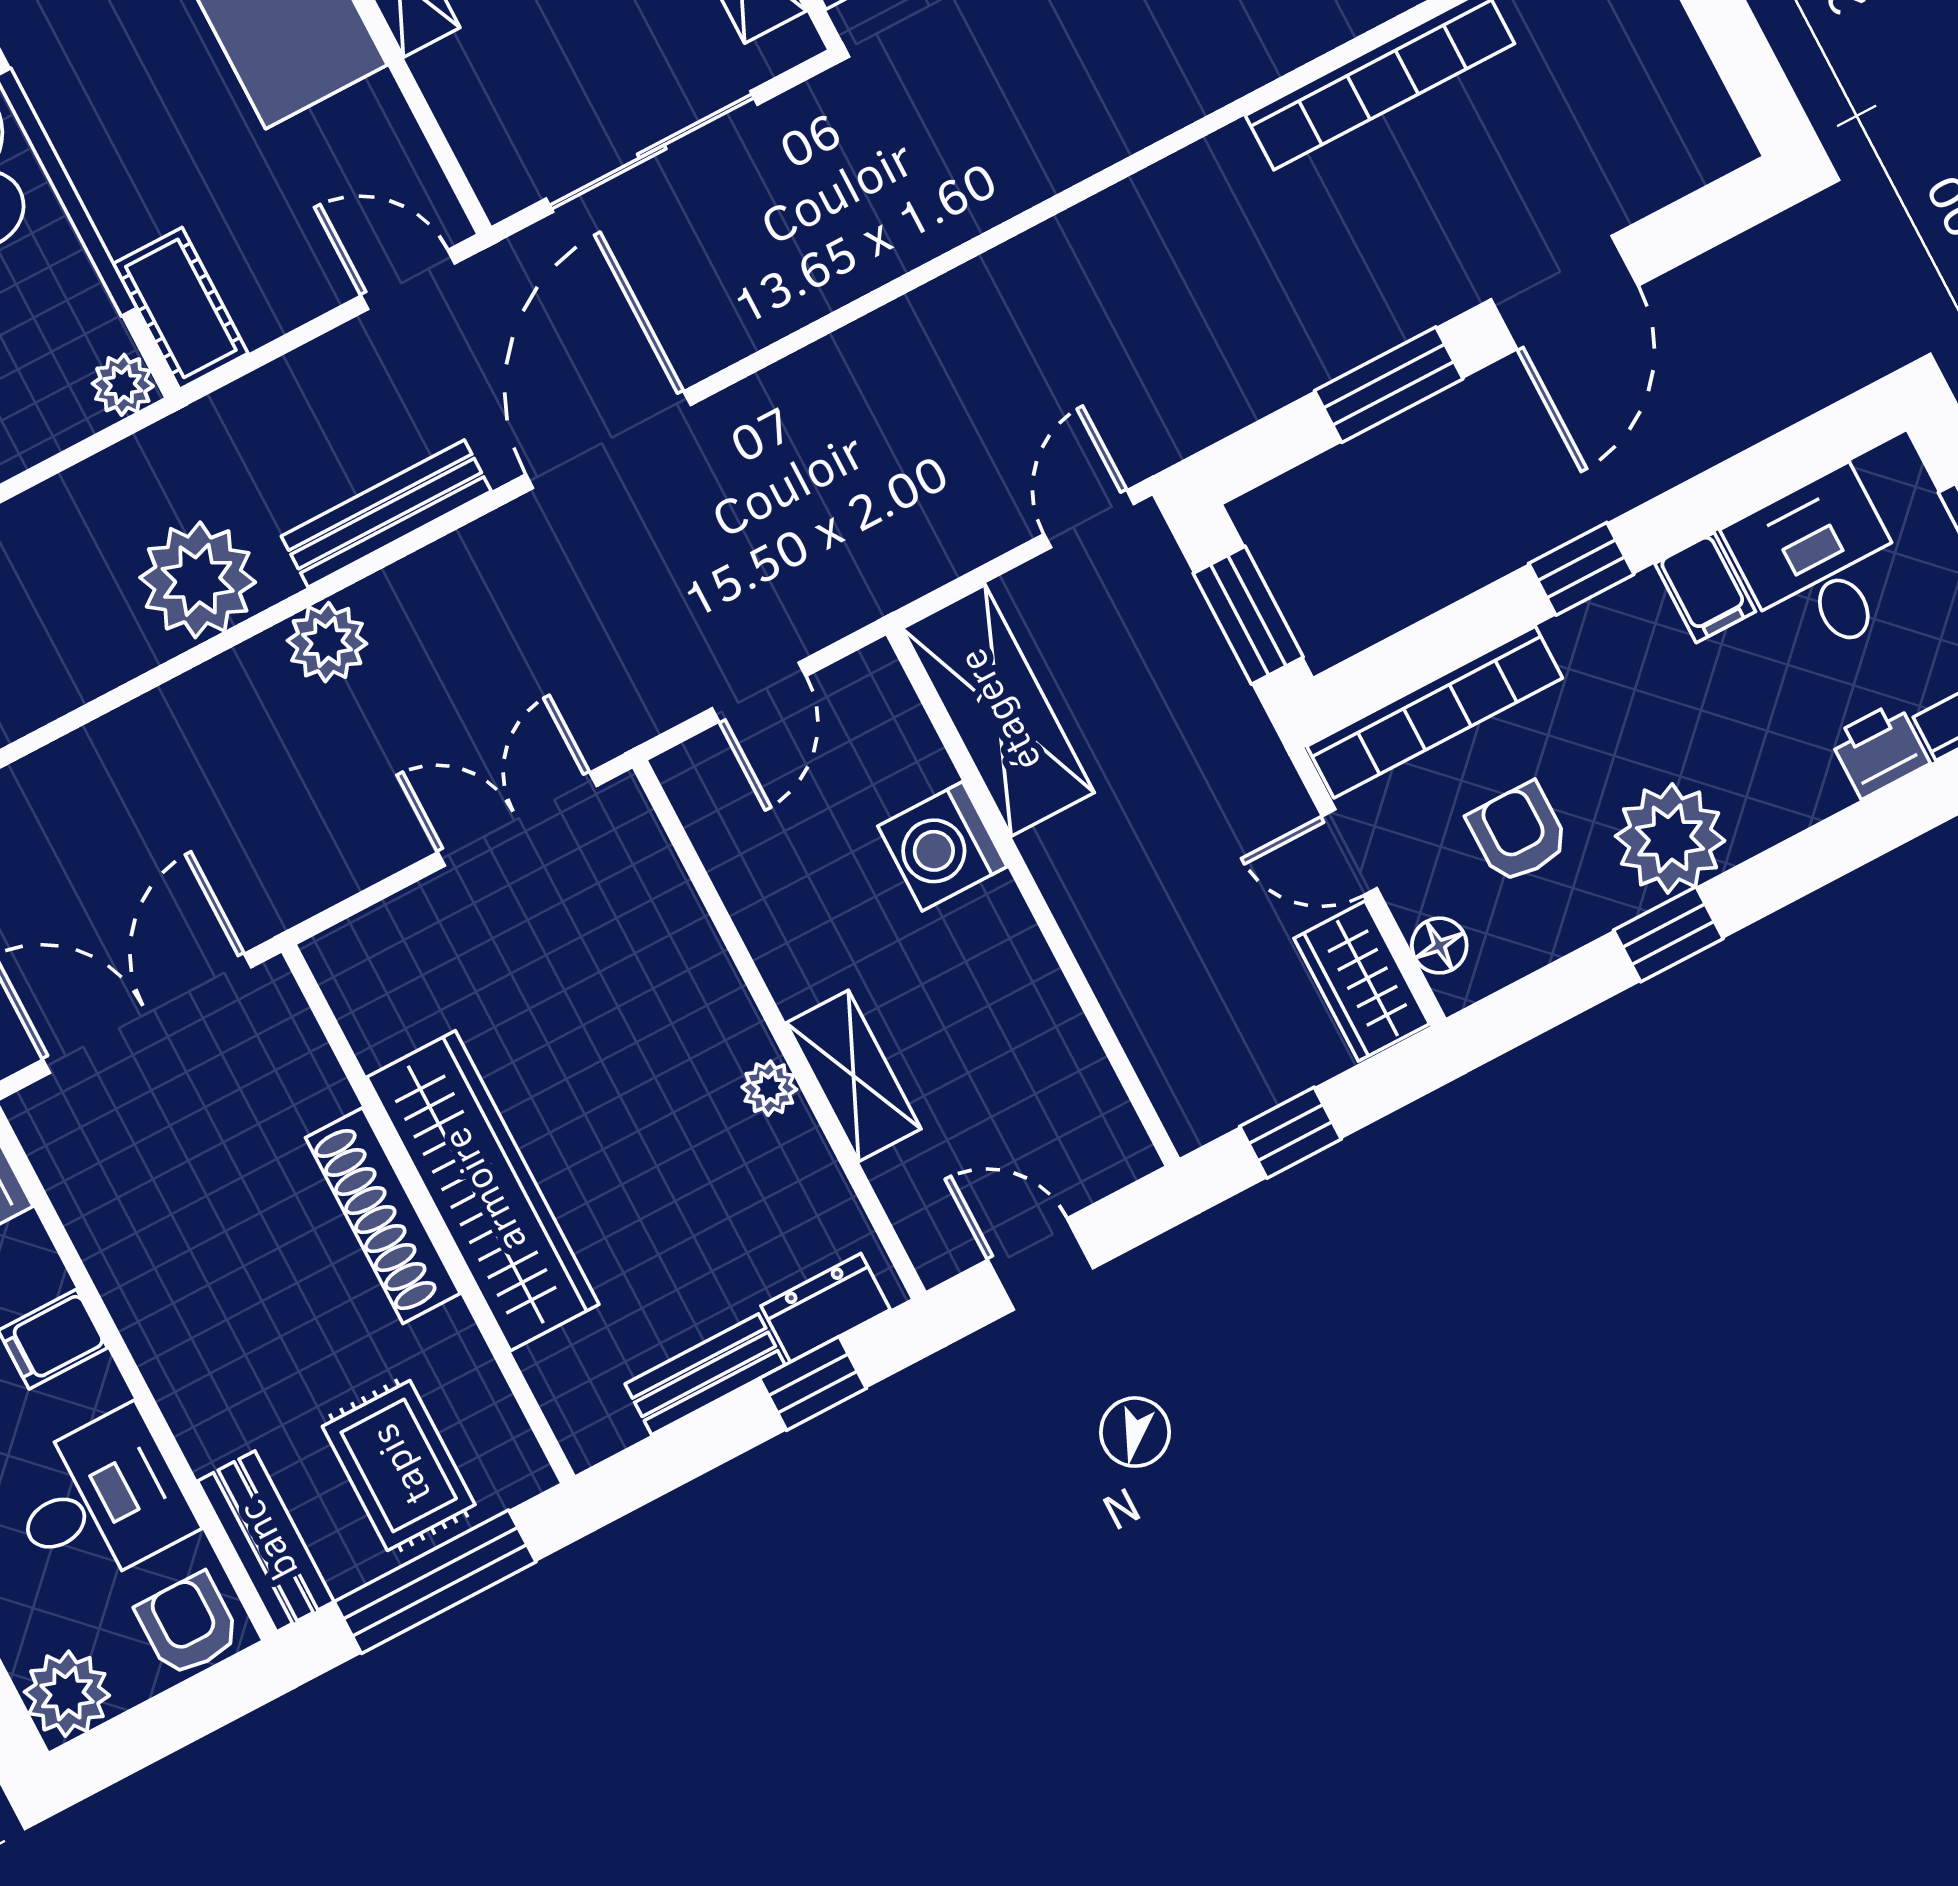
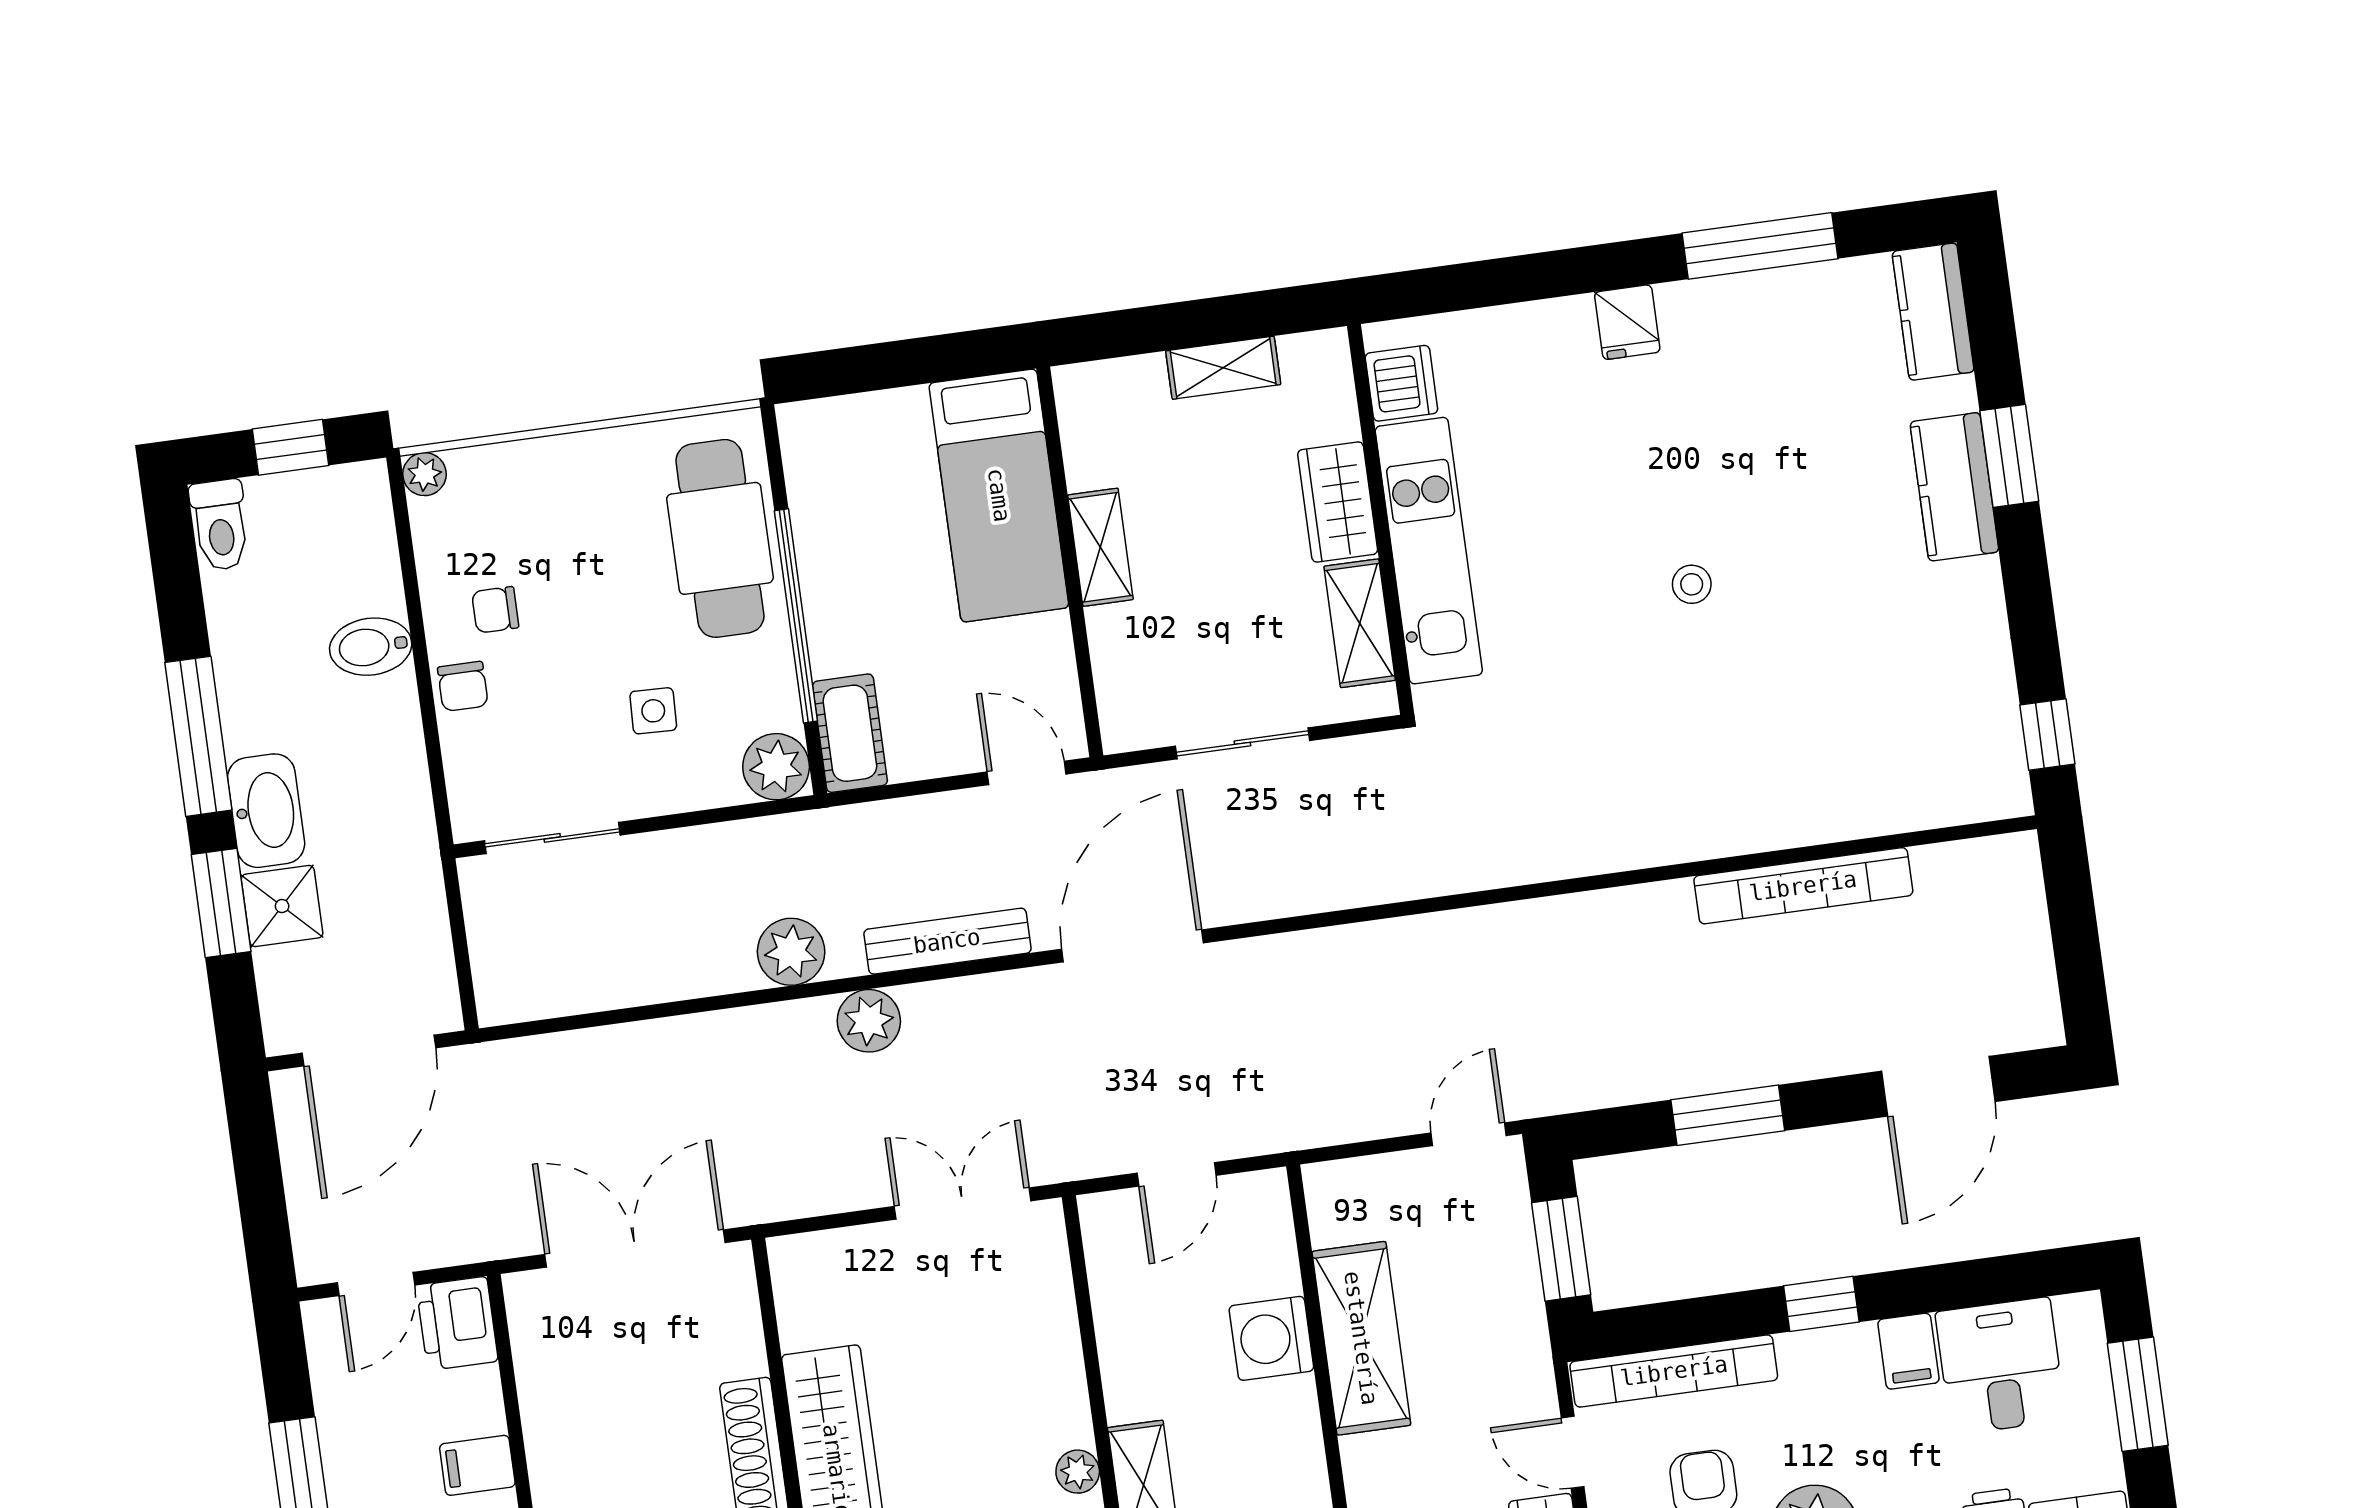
sliding door: (652, 152) -> (1242, 743), width x0.73
door: (1564, 292) -> (1938, 1086), moved
plant: (123, 385) -> (776, 767), width x1.38, depth x1.38
plant: (198, 580) -> (791, 952), width x0.73, depth x0.73
shelving: (998, 711) -> (1361, 1338), moved

